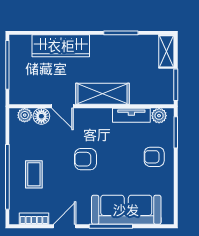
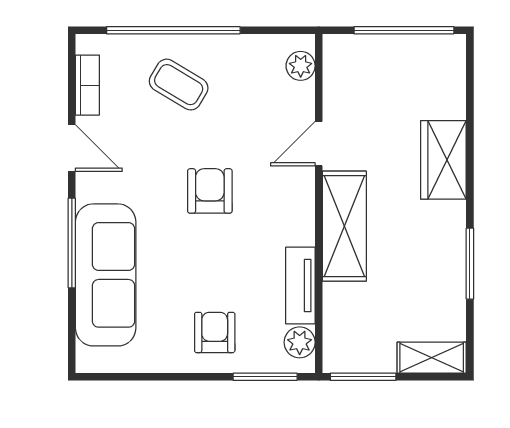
wardrobe: (61, 46) -> (443, 160), width x0.67
floor lamp: (41, 116) -> (298, 100), removed
coffee table: (34, 174) -> (179, 85), turned 31

